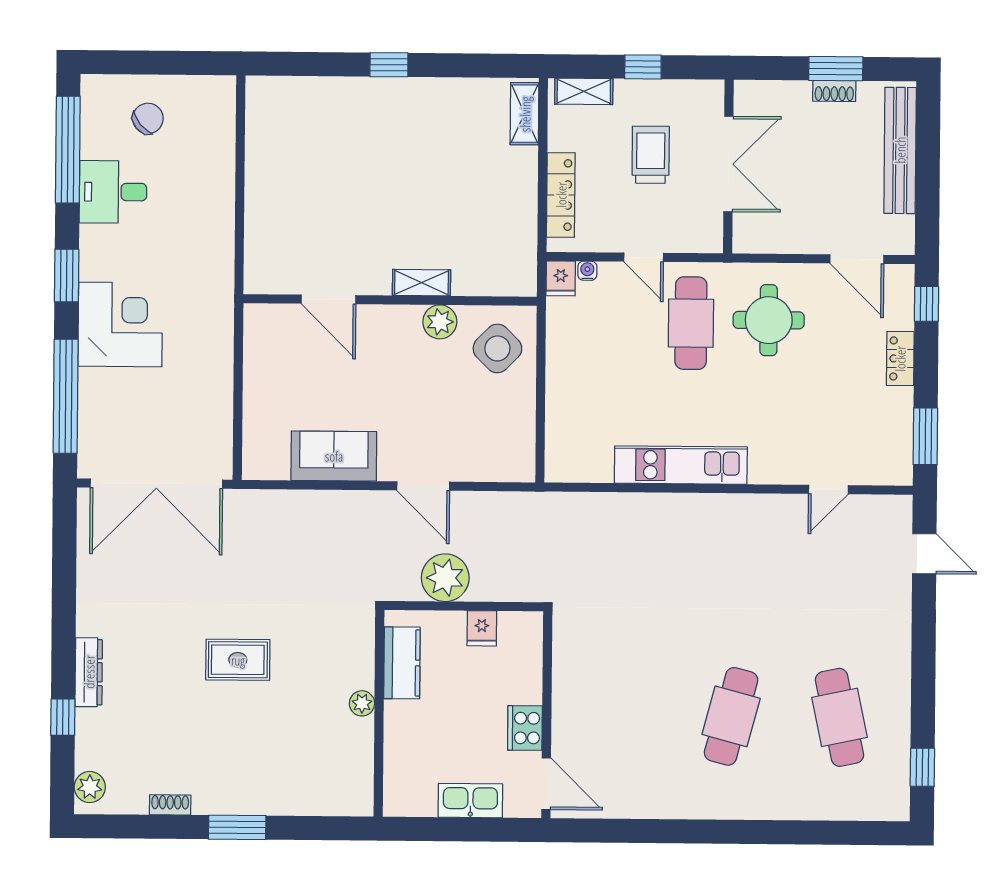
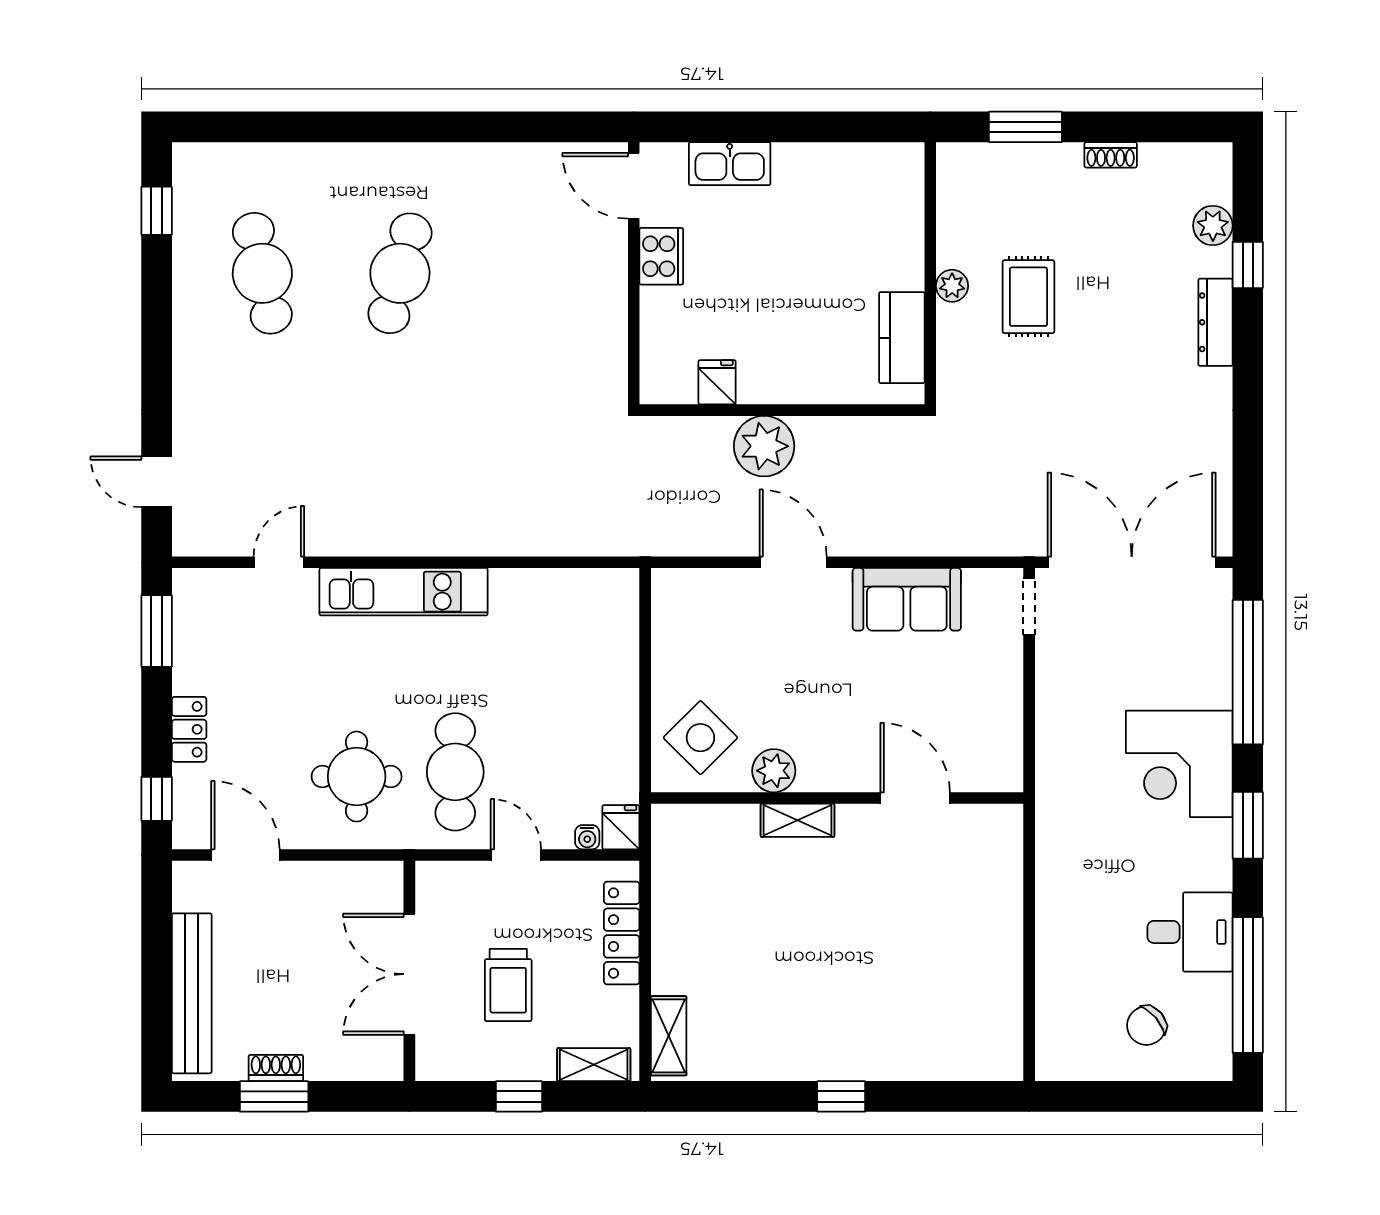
doorway: (237, 449) -> (1029, 607), added
kitchen unit: (681, 465) -> (404, 592), moved
rug: (238, 660) -> (1028, 297), moved, turned 90
kitchen counter: (402, 663) -> (902, 338), moved
plant: (362, 703) -> (952, 286), moved
wall: (379, 713) -> (930, 273), moved
plant: (90, 787) -> (1213, 226), moved

